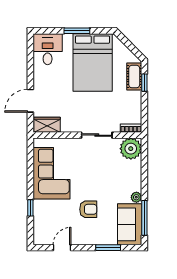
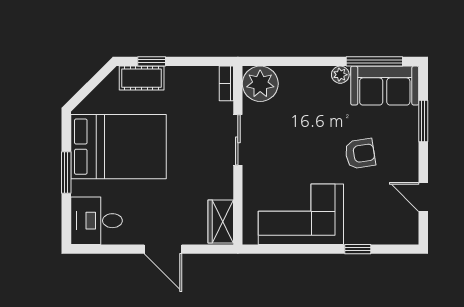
door: (30, 101) -> (163, 249), moved
armchair: (88, 209) -> (360, 154), turned 81

